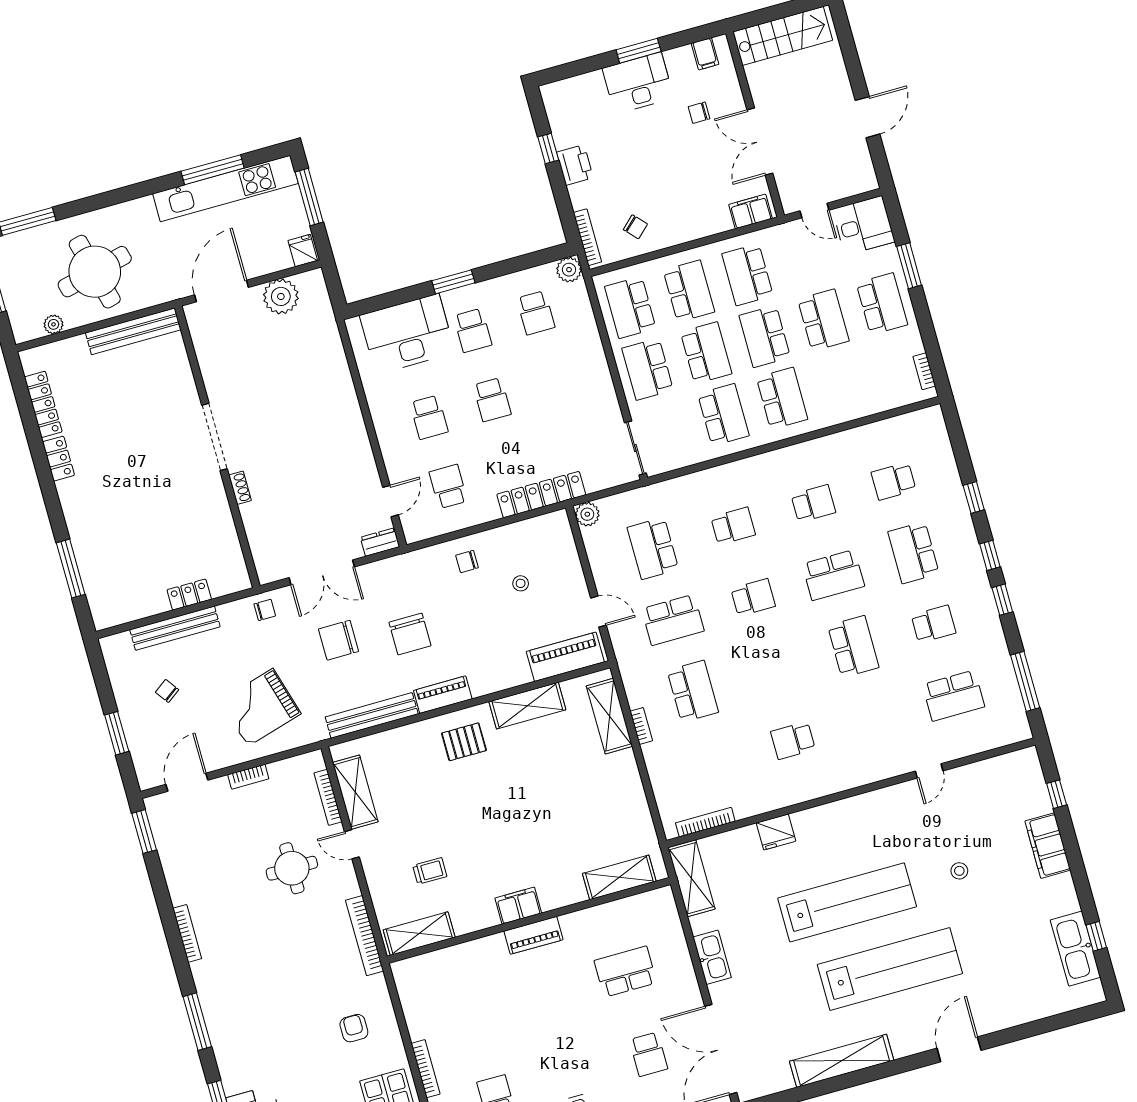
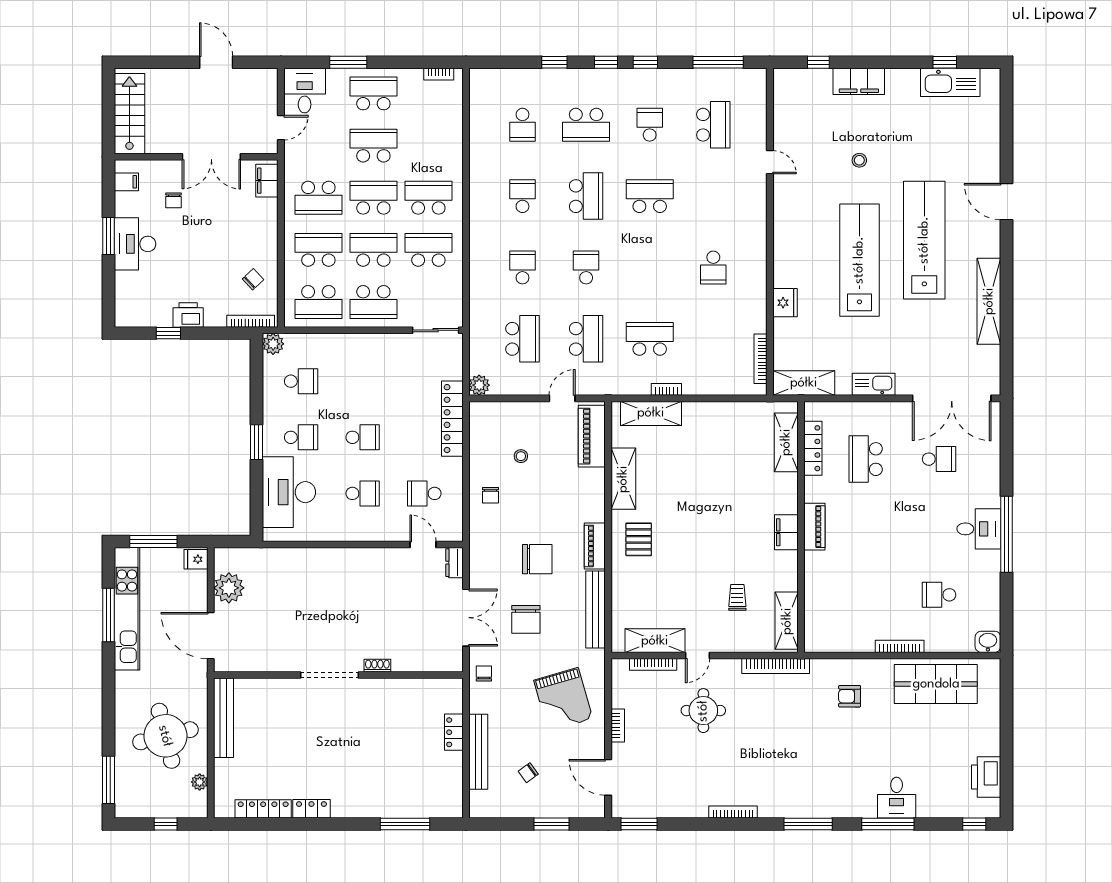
school desk: (765, 336) -> (373, 198), turned 180
school desk: (653, 548) -> (522, 339), turned -90
locker: (621, 909) -> (813, 448), added

